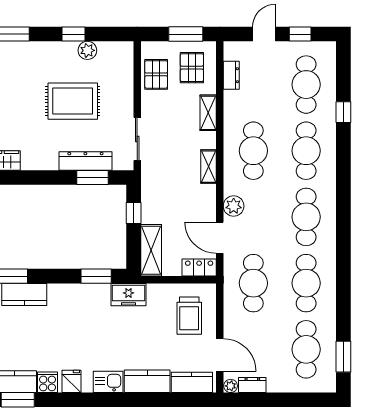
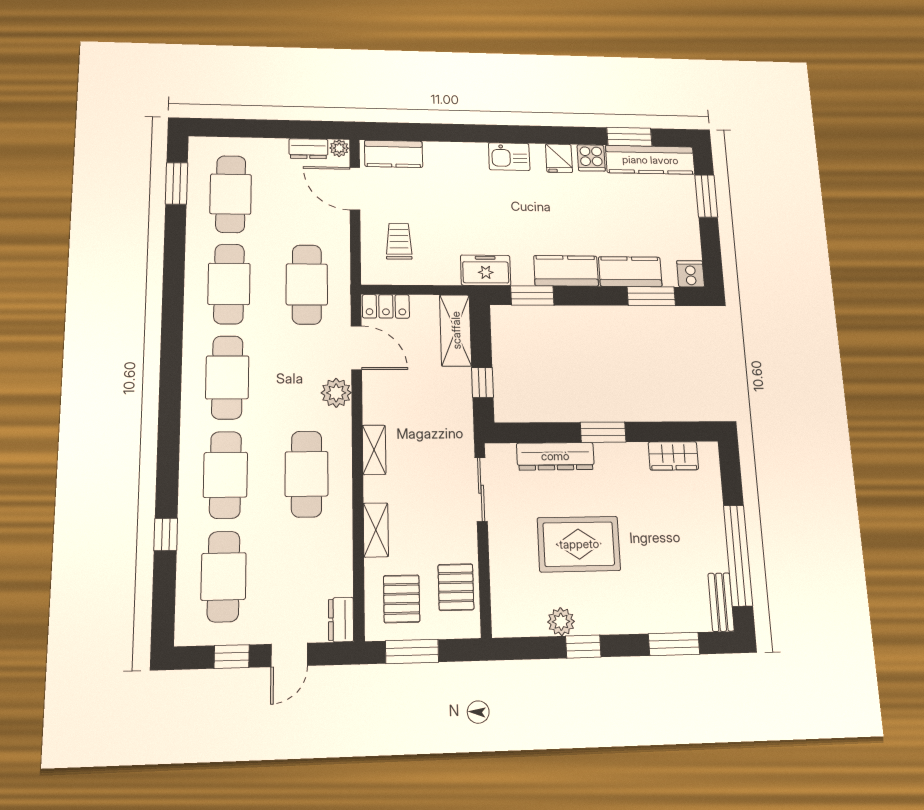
dresser: (231, 75) -> (341, 620), moved
window: (92, 177) -> (603, 432), moved
trolley: (189, 316) -> (399, 241), width x0.73, depth x0.72
kitchen counter: (147, 381) -> (566, 271), moved, turned 180

